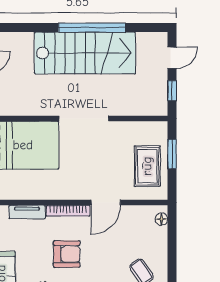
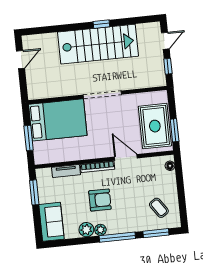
window: (92, 28) -> (101, 24), width x0.32
window: (172, 154) -> (175, 130), moved
rug: (147, 166) -> (155, 126), width x1.36, depth x1.43
door: (106, 203) -> (126, 157), swing flipped

